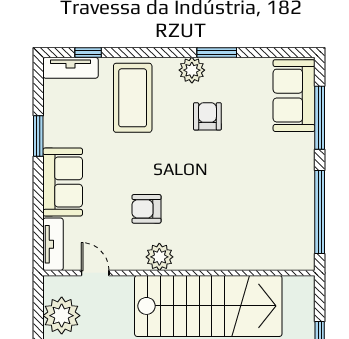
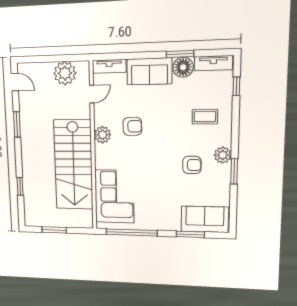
tv unit: (71, 68) -> (213, 63), moved, turned -90
coffee table: (133, 98) -> (205, 117), width x0.54, depth x0.58
window: (320, 118) -> (190, 234), width x0.69
floor lamp: (58, 131) -> (183, 67), added
armchair: (147, 209) -> (132, 126), turned 89
corner sofa: (260, 239) -> (114, 196), added

